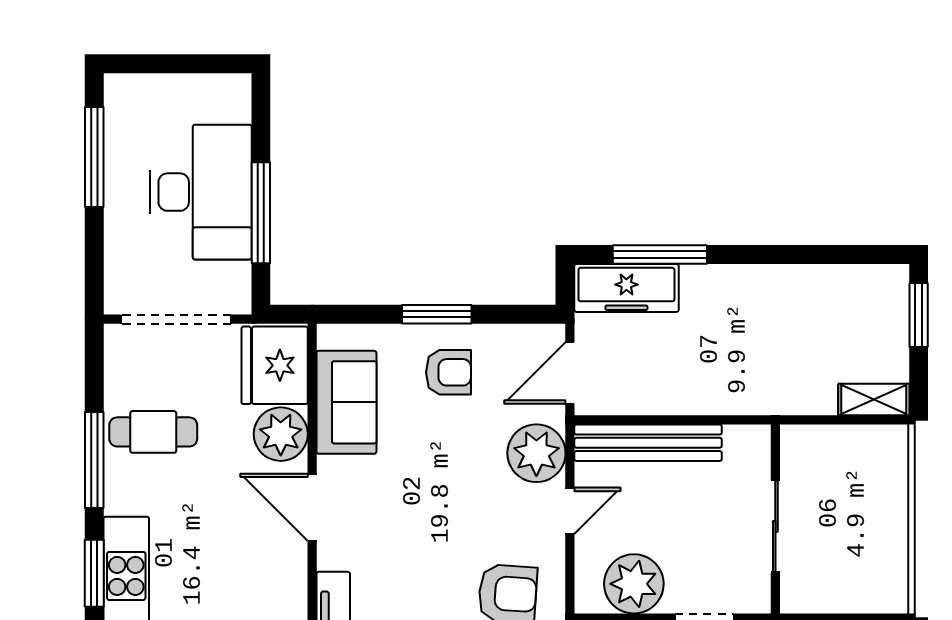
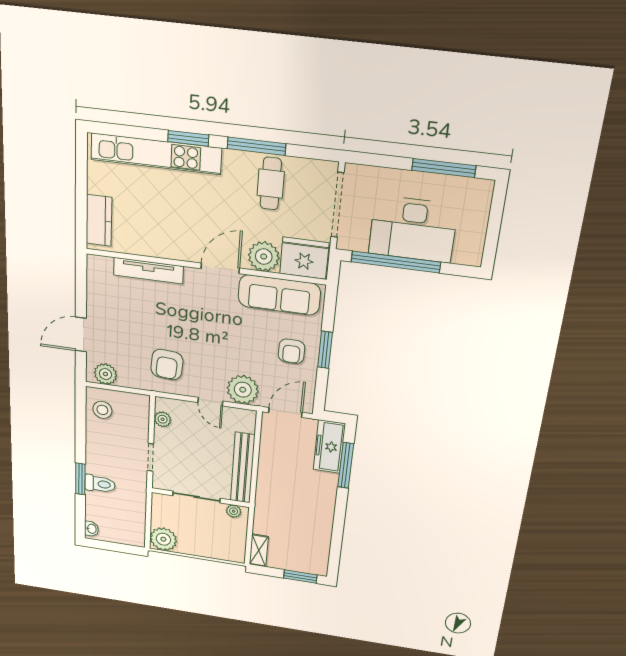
window: (261, 213) -> (396, 262), width x1.46
door: (570, 373) -> (285, 412), hinge flipped
sofa: (346, 402) -> (279, 295), width x1.36
bench: (648, 443) -> (243, 468), moved
plant: (794, 454) -> (234, 511), added
plant: (634, 584) -> (163, 419), width x0.53, depth x0.53
plant: (882, 587) -> (163, 539), added

